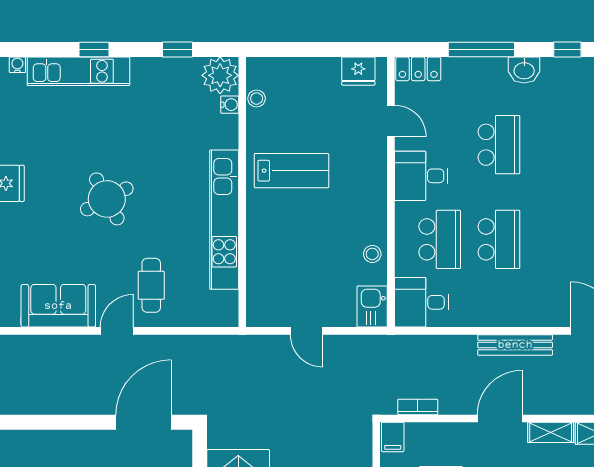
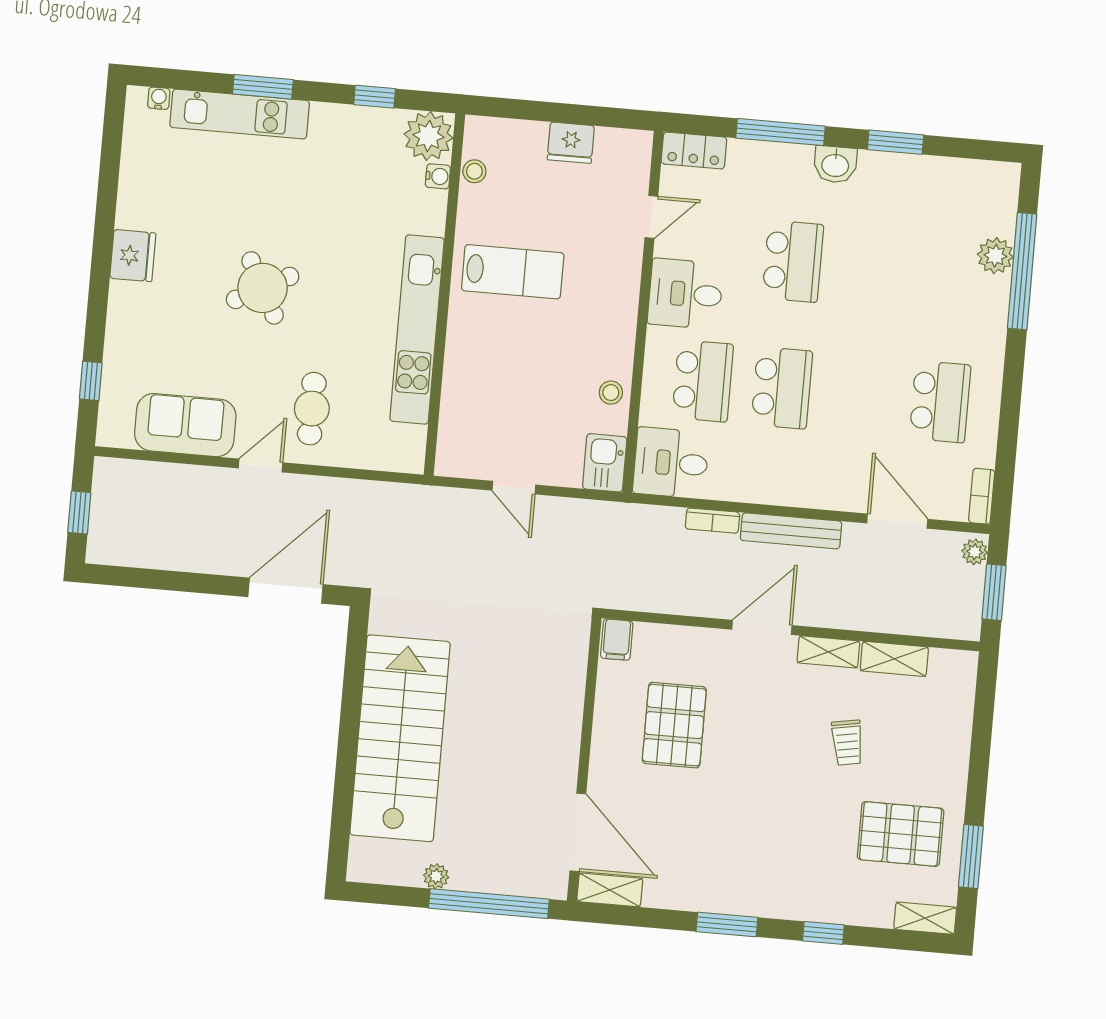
window: (94, 50) -> (263, 87), width x1.50
window: (567, 50) -> (896, 142), width x1.50
fridge: (358, 71) -> (571, 143), moved
door: (391, 121) -> (651, 217), hinge flipped
bookcase: (418, 407) -> (712, 521), moved, turned 180

